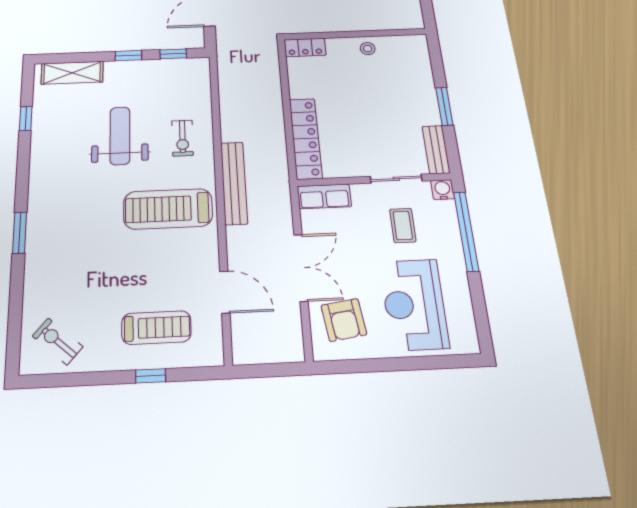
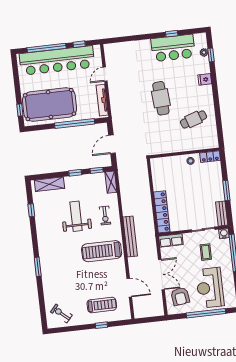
locker: (305, 47) -> (210, 157), moved
shelving: (201, 77) -> (111, 182), added
window: (406, 364) -> (206, 313), added

